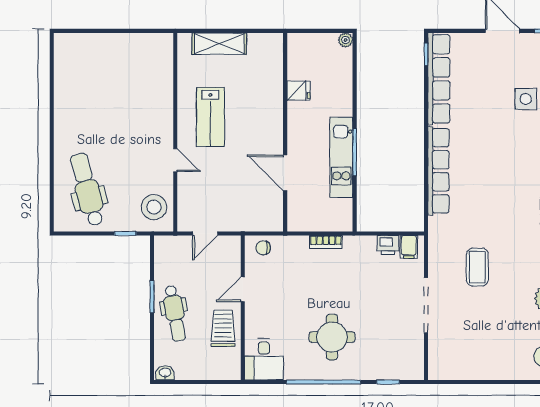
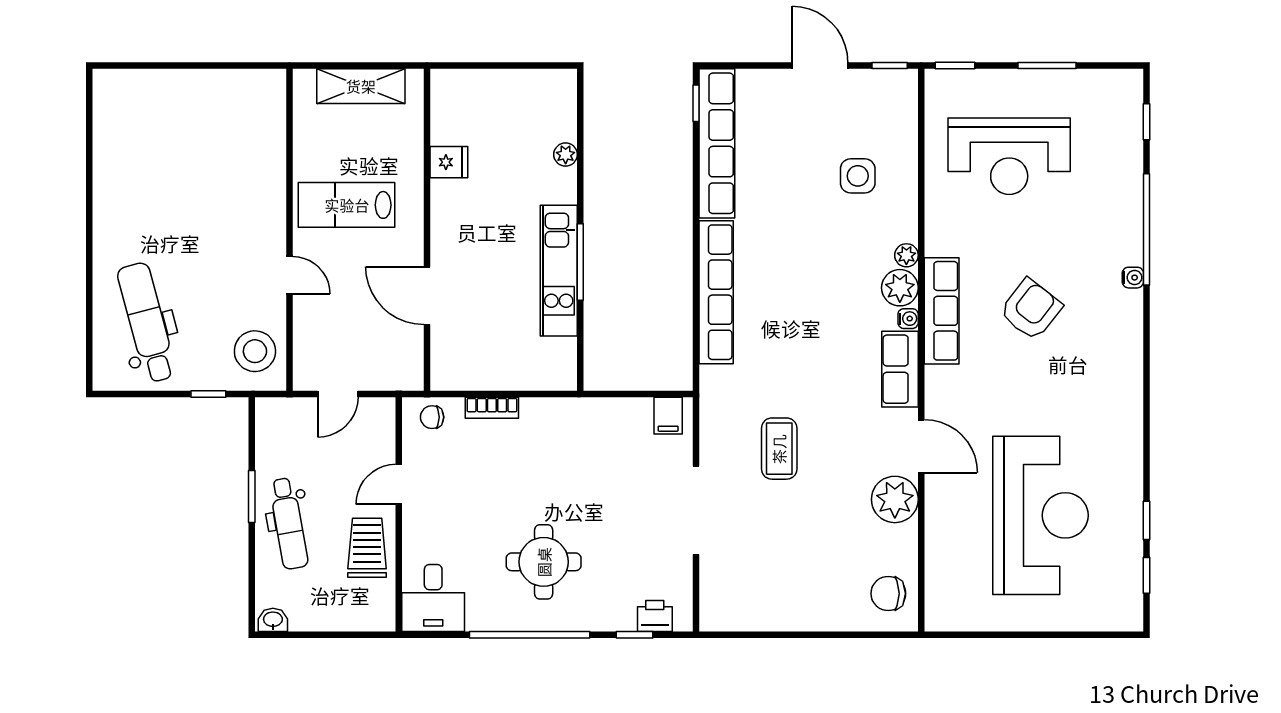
plant: (345, 40) -> (566, 155), moved
fridge: (299, 91) -> (449, 162), moved
lab bench: (210, 117) -> (347, 205), turned 90
wall: (285, 132) -> (427, 230), moved
door: (285, 173) -> (427, 296), moved
bookcase: (326, 242) -> (492, 408), moved
printer: (388, 245) -> (655, 616), moved, turned 180

